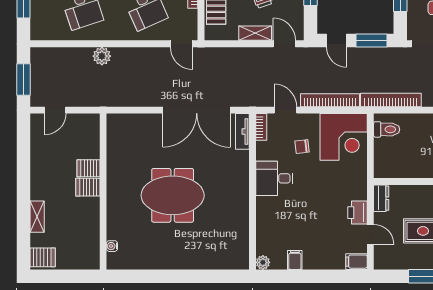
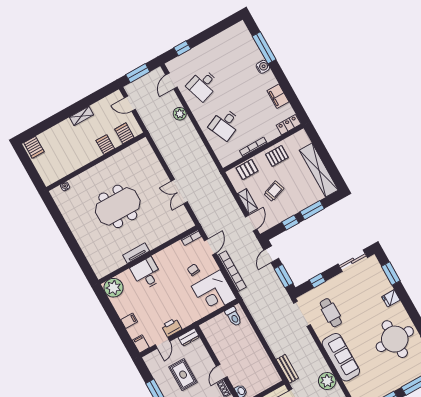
door: (182, 44) -> (171, 81), moved
bookcase: (391, 100) -> (253, 309), removed
double door: (197, 110) -> (179, 192), width x0.54
tv unit: (242, 131) -> (136, 253), moved
desk: (274, 178) -> (147, 274), moved
server rack: (88, 187) -> (124, 133), moved
meeting table: (173, 195) -> (118, 206), turned 90
shelving: (37, 217) -> (81, 116), moved
filing cabinet: (295, 260) -> (129, 321), moved
plant: (263, 262) -> (114, 288), width x1.88, depth x1.88

